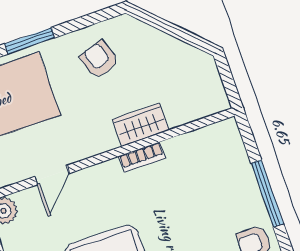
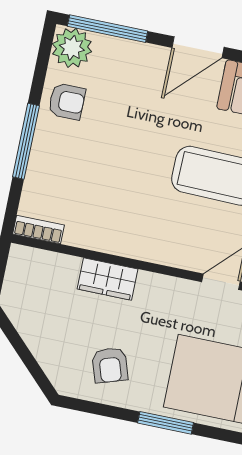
bookcase: (142, 157) -> (38, 230), moved

